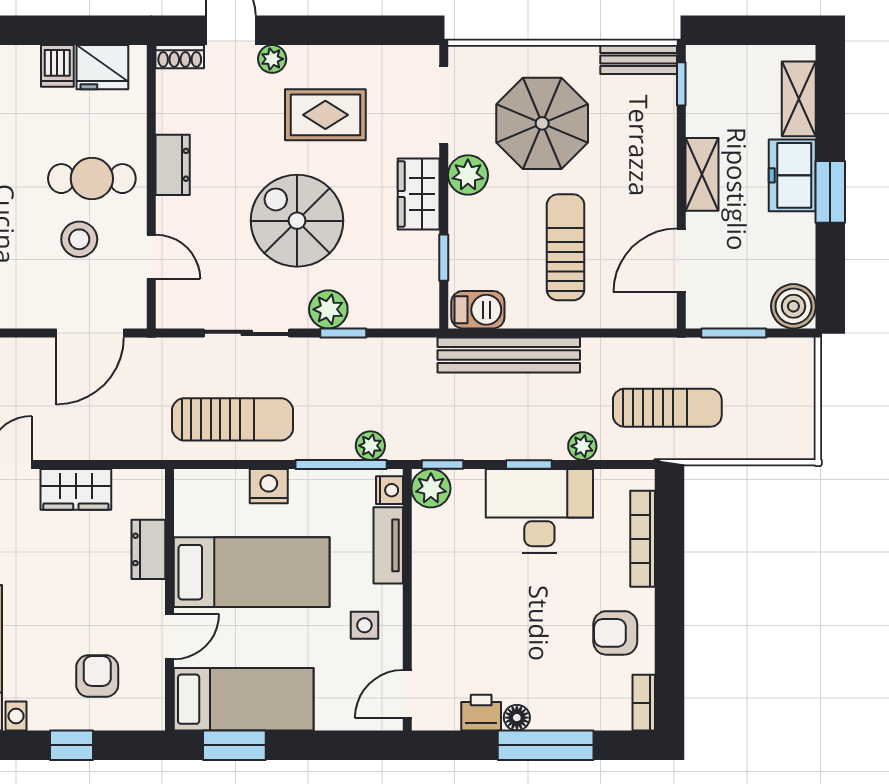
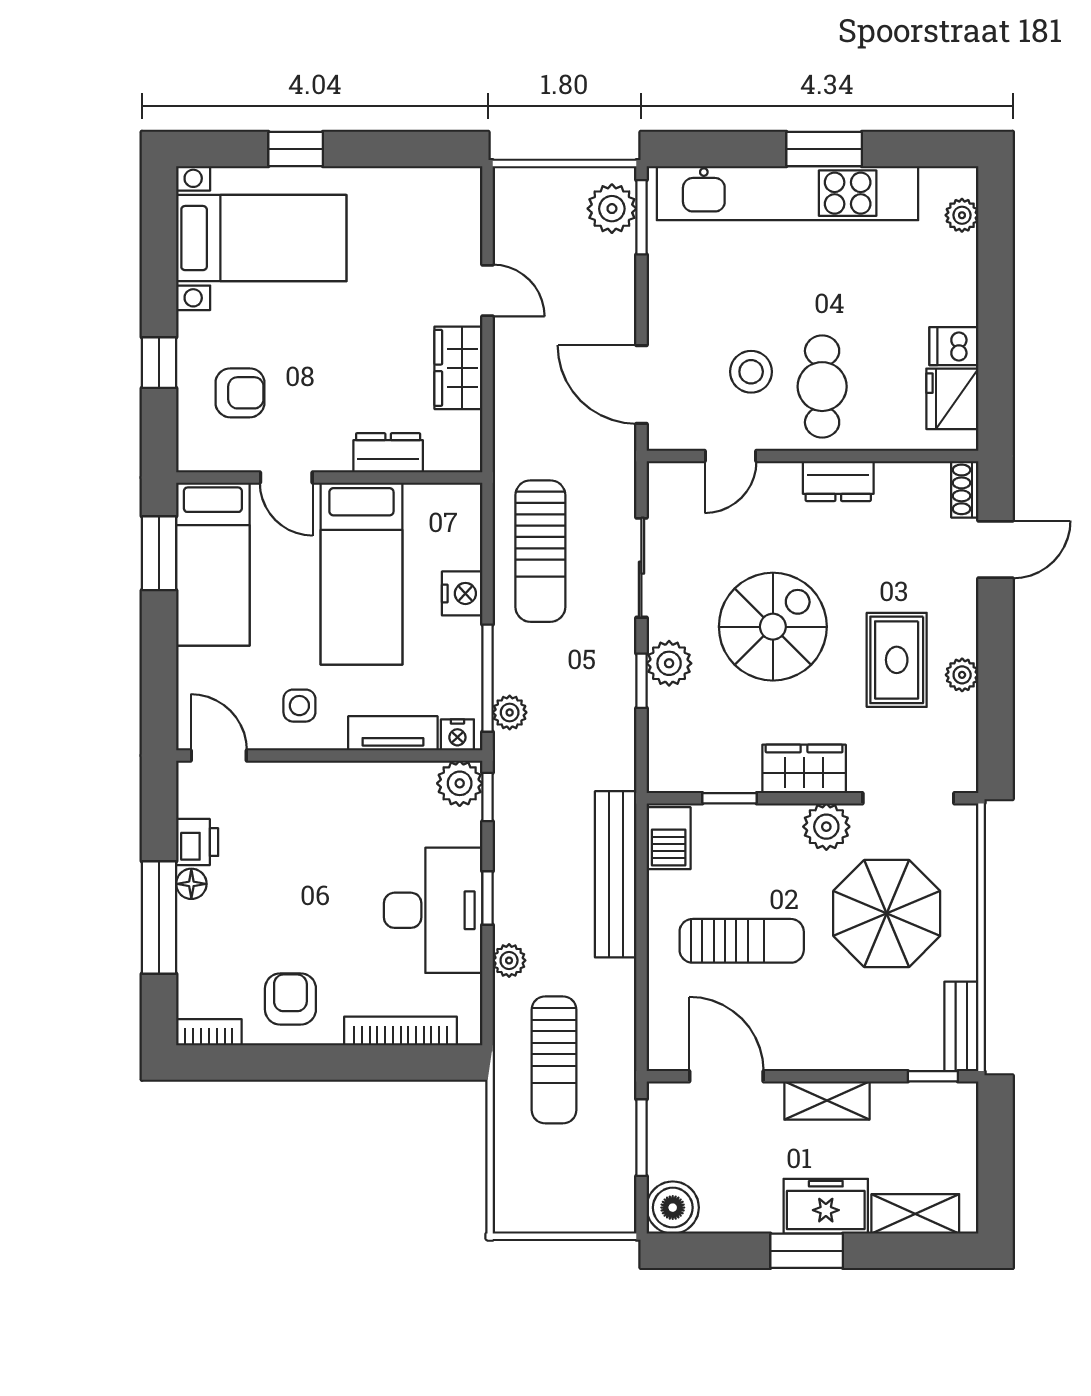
plant: (272, 59) -> (962, 675), moved

